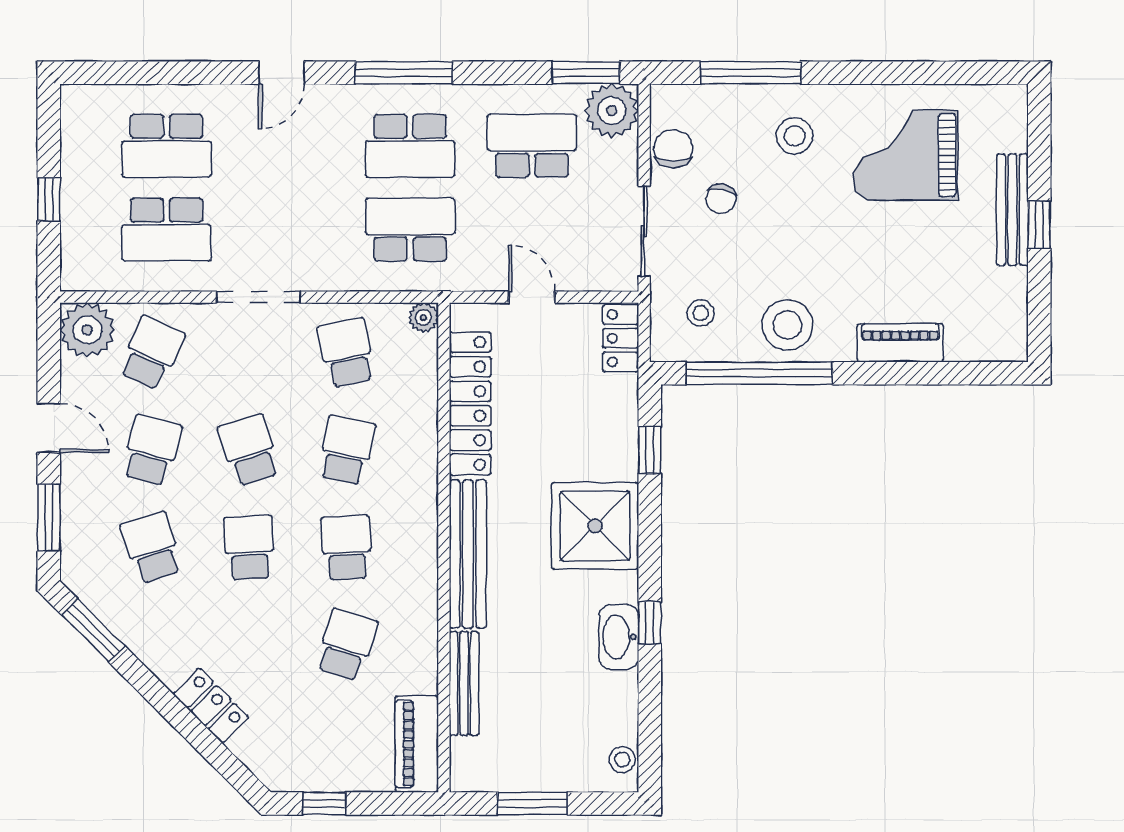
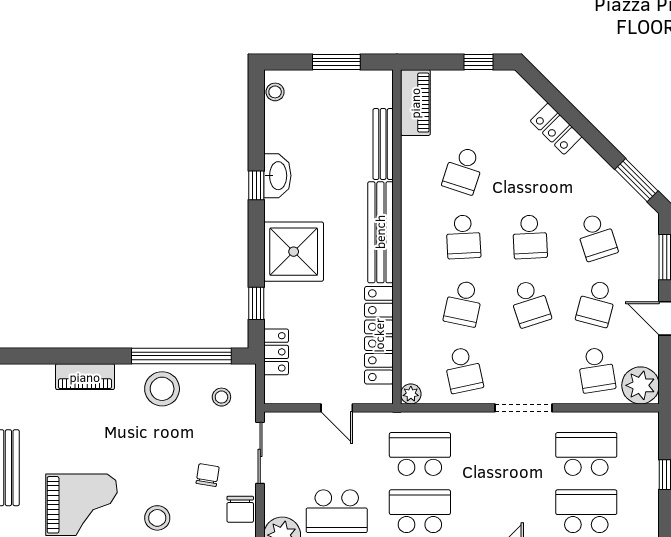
school desk: (410, 230) -> (420, 454), turned 180
locker: (621, 338) -> (276, 352), moved
school desk: (152, 353) -> (596, 370), turned -33

